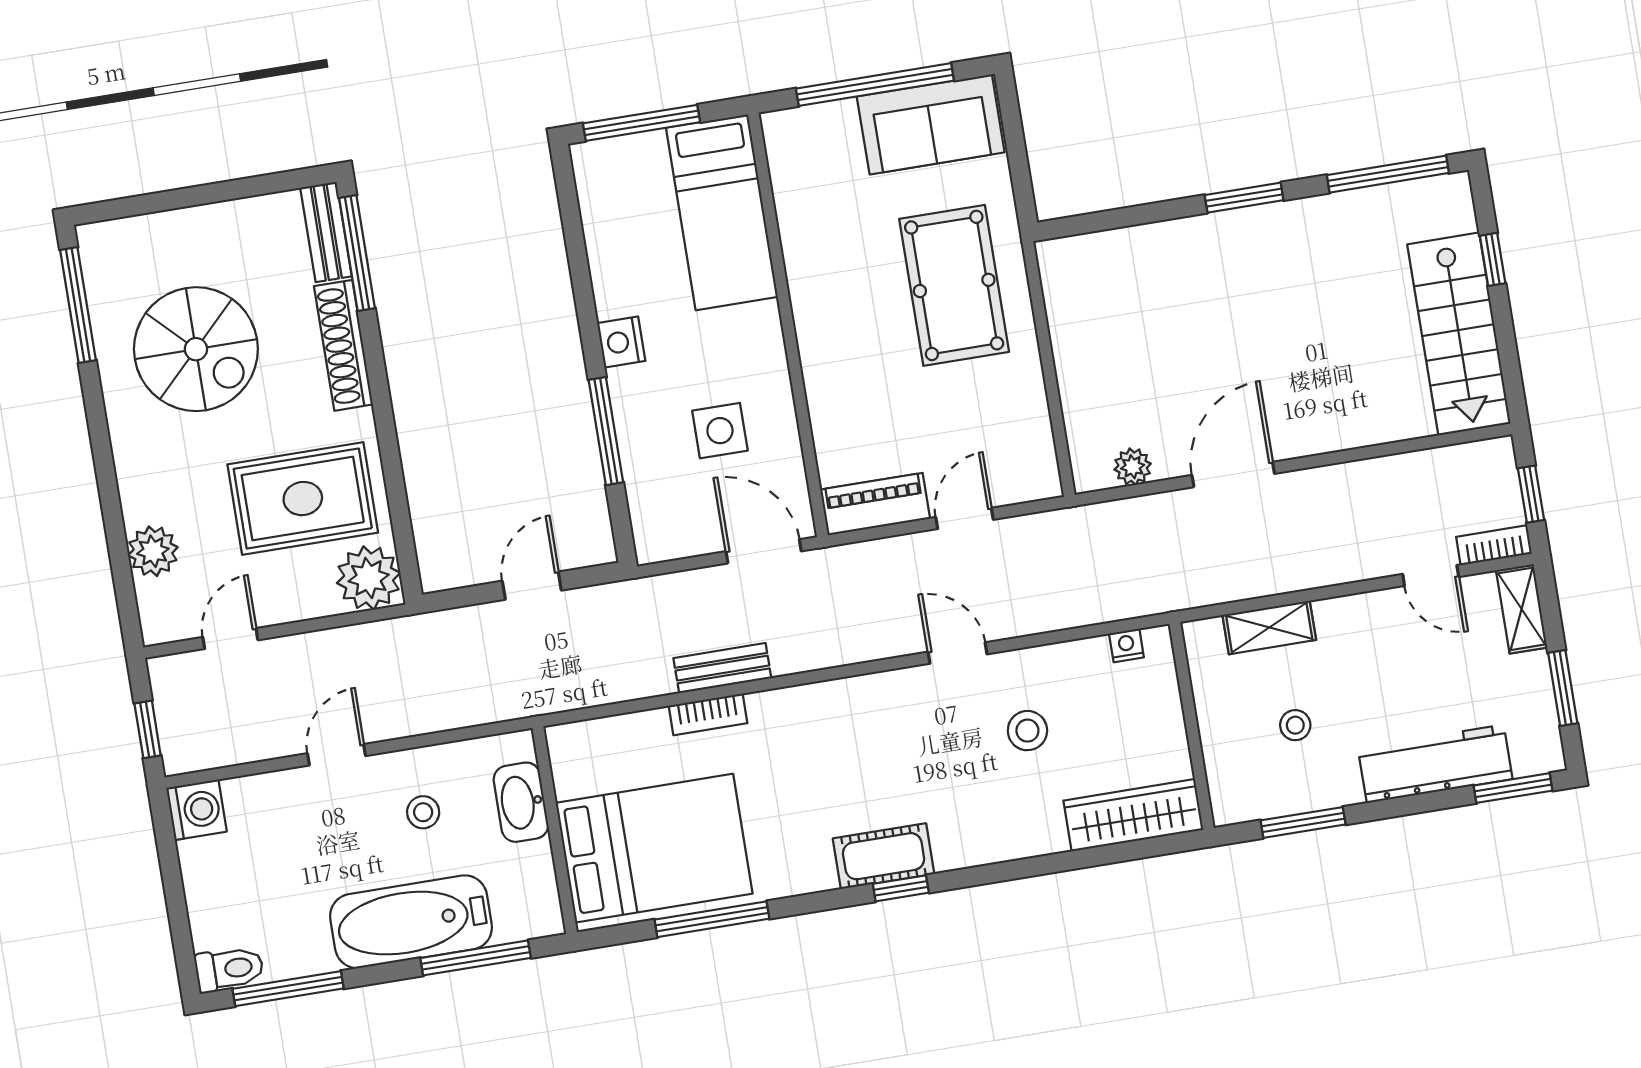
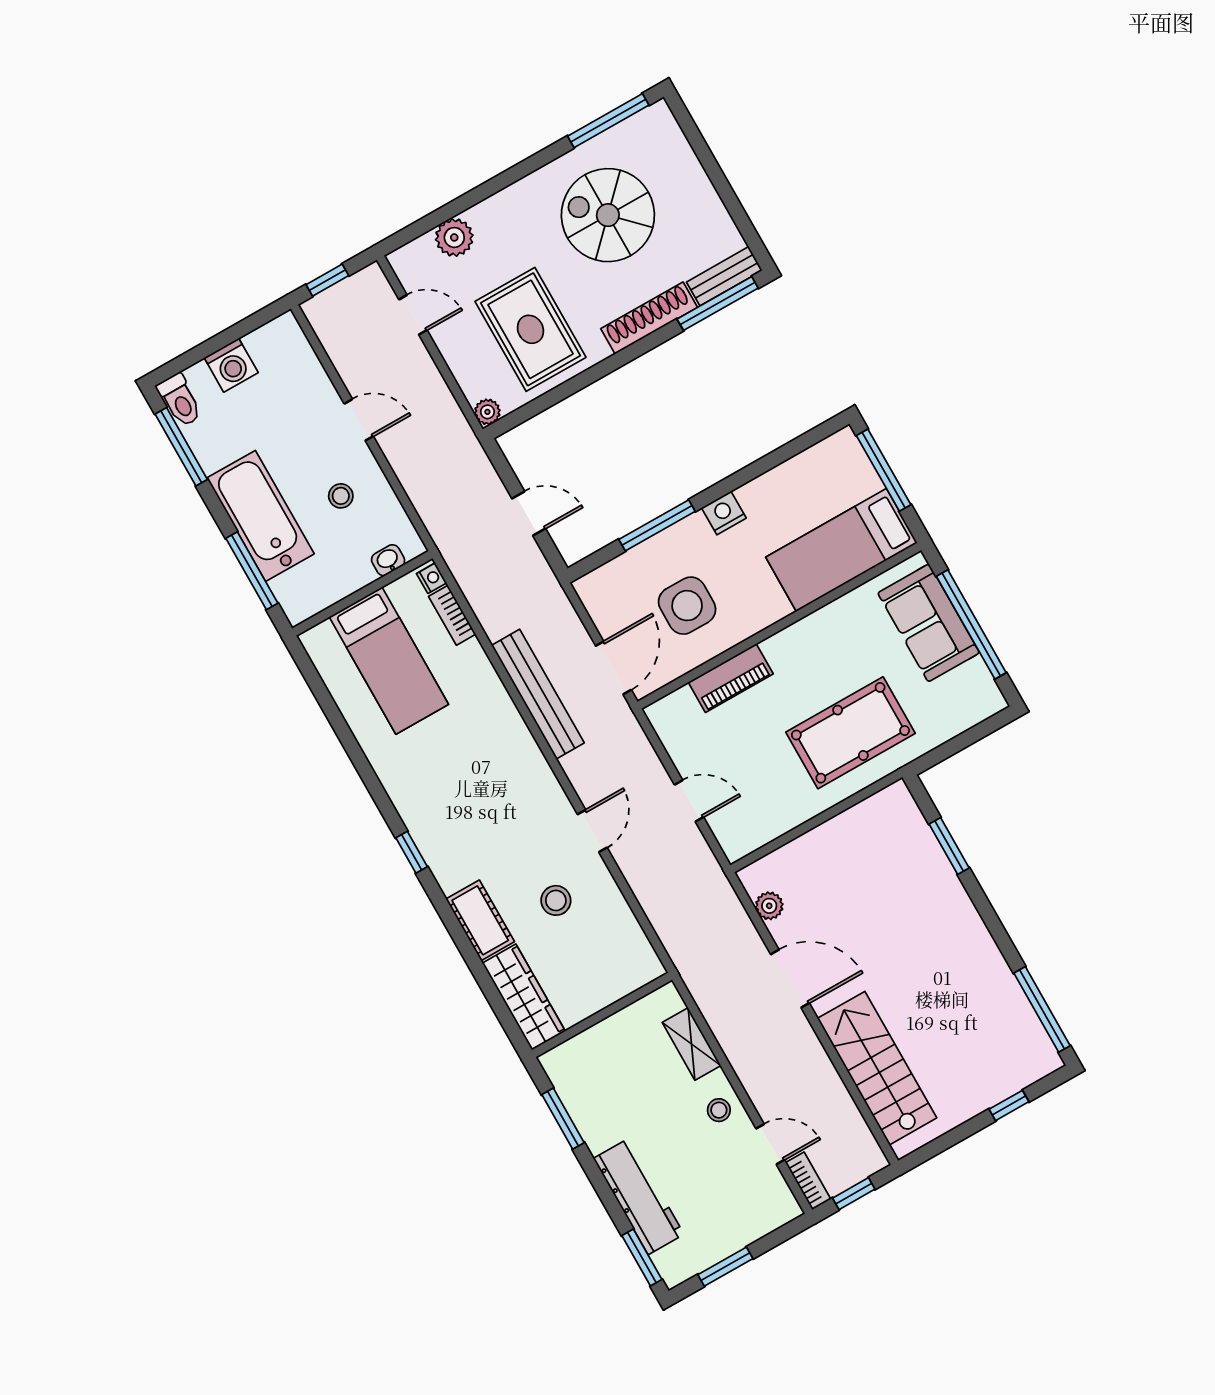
sofa: (931, 124) -> (929, 623), moved
window: (1244, 198) -> (949, 846), moved
stairs: (1459, 334) -> (877, 1068), moved, turned 90
spiral stairs: (196, 349) -> (608, 215), turned 90
side table: (720, 431) -> (687, 606), width x1.37, depth x1.37
piano: (875, 504) -> (731, 678), moved, turned 90
door: (1431, 576) -> (770, 1144), swing flipped
plant: (369, 578) -> (487, 412), width x0.53, depth x0.53
shelving: (1522, 609) -> (770, 1217), removed
nightstand: (1126, 645) -> (432, 578), moved
bench: (722, 668) -> (538, 694), width x1.86, depth x1.21
bookcase: (708, 714) -> (452, 615), moved
stool: (1295, 725) -> (719, 1110), moved
washbasin: (521, 802) -> (388, 560), width x0.52, depth x0.69
washing machine: (196, 810) -> (231, 365), moved
bed: (654, 848) -> (389, 661), width x0.67
cot: (884, 856) -> (480, 920), moved
window: (712, 919) -> (341, 727), removed

